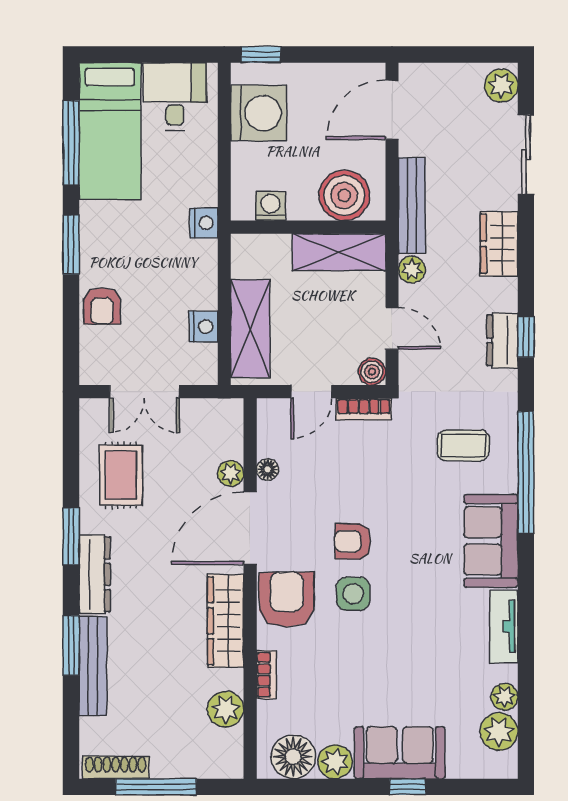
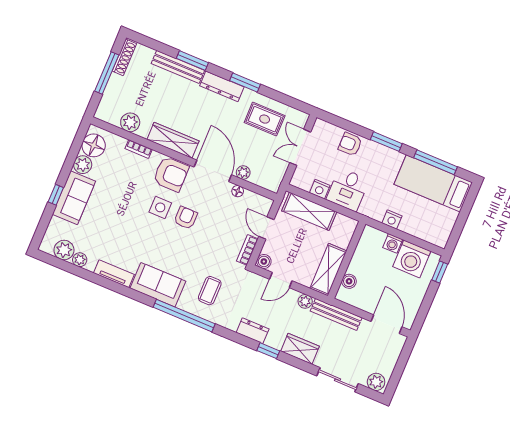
desk: (175, 97) -> (348, 190), moved, turned 90
boiler: (344, 195) -> (349, 281), width x0.54, depth x0.54
washing machine: (271, 206) -> (393, 243), moved, turned 90
nightstand: (204, 223) -> (392, 220), moved
window: (526, 337) -> (268, 351), moved

